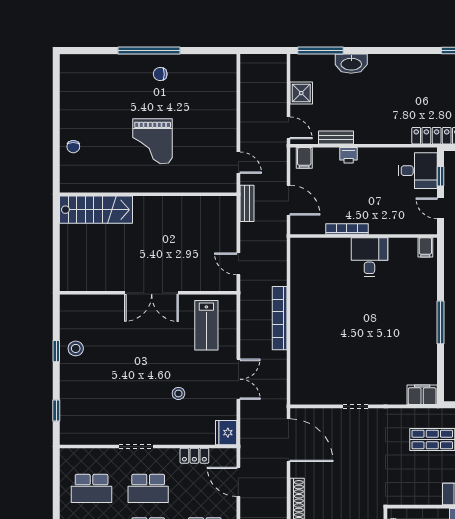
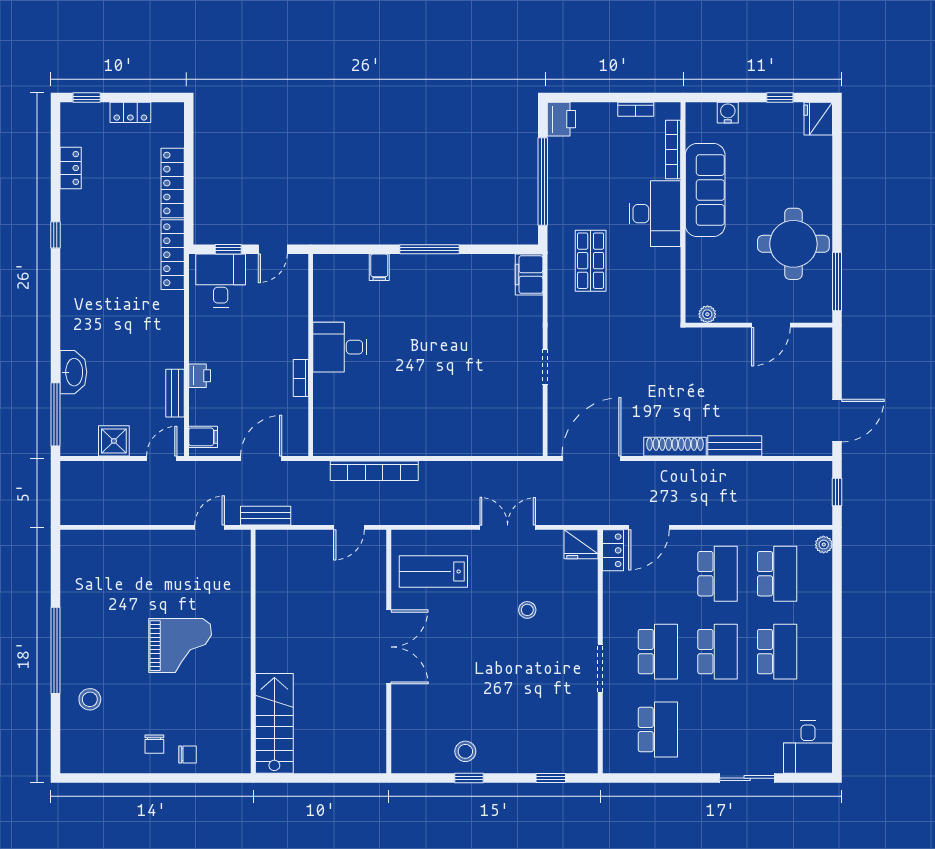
chair: (160, 74) -> (154, 744), moved
stool: (113, 76) -> (90, 699), added
bookcase: (347, 229) -> (301, 378), width x0.64
filing cabinet: (425, 247) -> (379, 267), moved, turned 90
bookcase: (280, 318) -> (374, 471), moved
lab bench: (206, 325) -> (433, 571), turned 180
locker: (194, 456) -> (613, 550), moved

